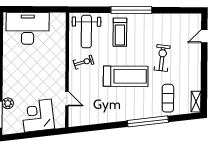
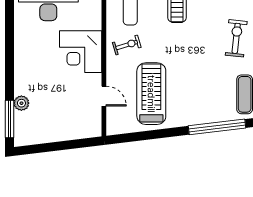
treadmill: (126, 76) -> (151, 94), moved, turned -90
corner desk: (38, 116) -> (81, 52), moved, turned -83

